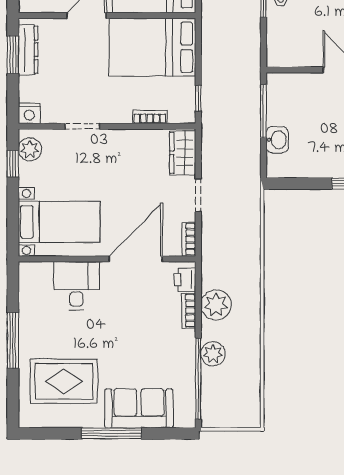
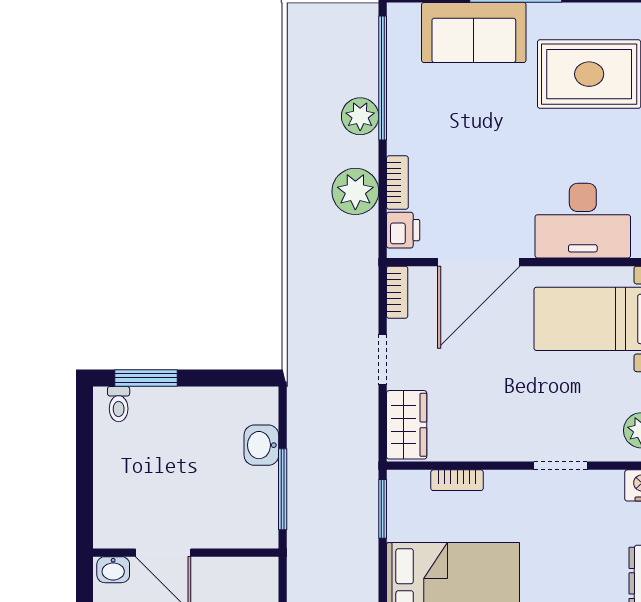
window: (198, 98) -> (383, 509), width x1.50
desk: (76, 286) -> (583, 221), width x1.37

